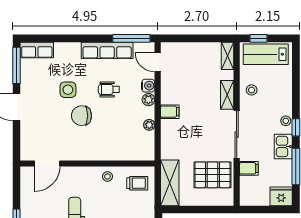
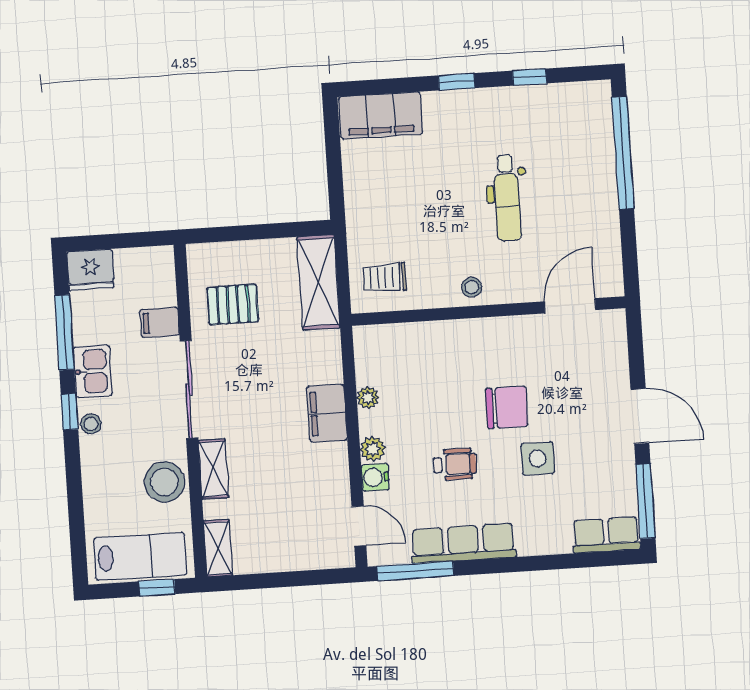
stool: (252, 90) -> (164, 482), width x1.89, depth x1.89
filing cabinet: (170, 112) -> (327, 413), width x2.00
pallet: (212, 175) -> (233, 305), width x0.67, depth x0.71
stool: (108, 176) -> (472, 287), moved

